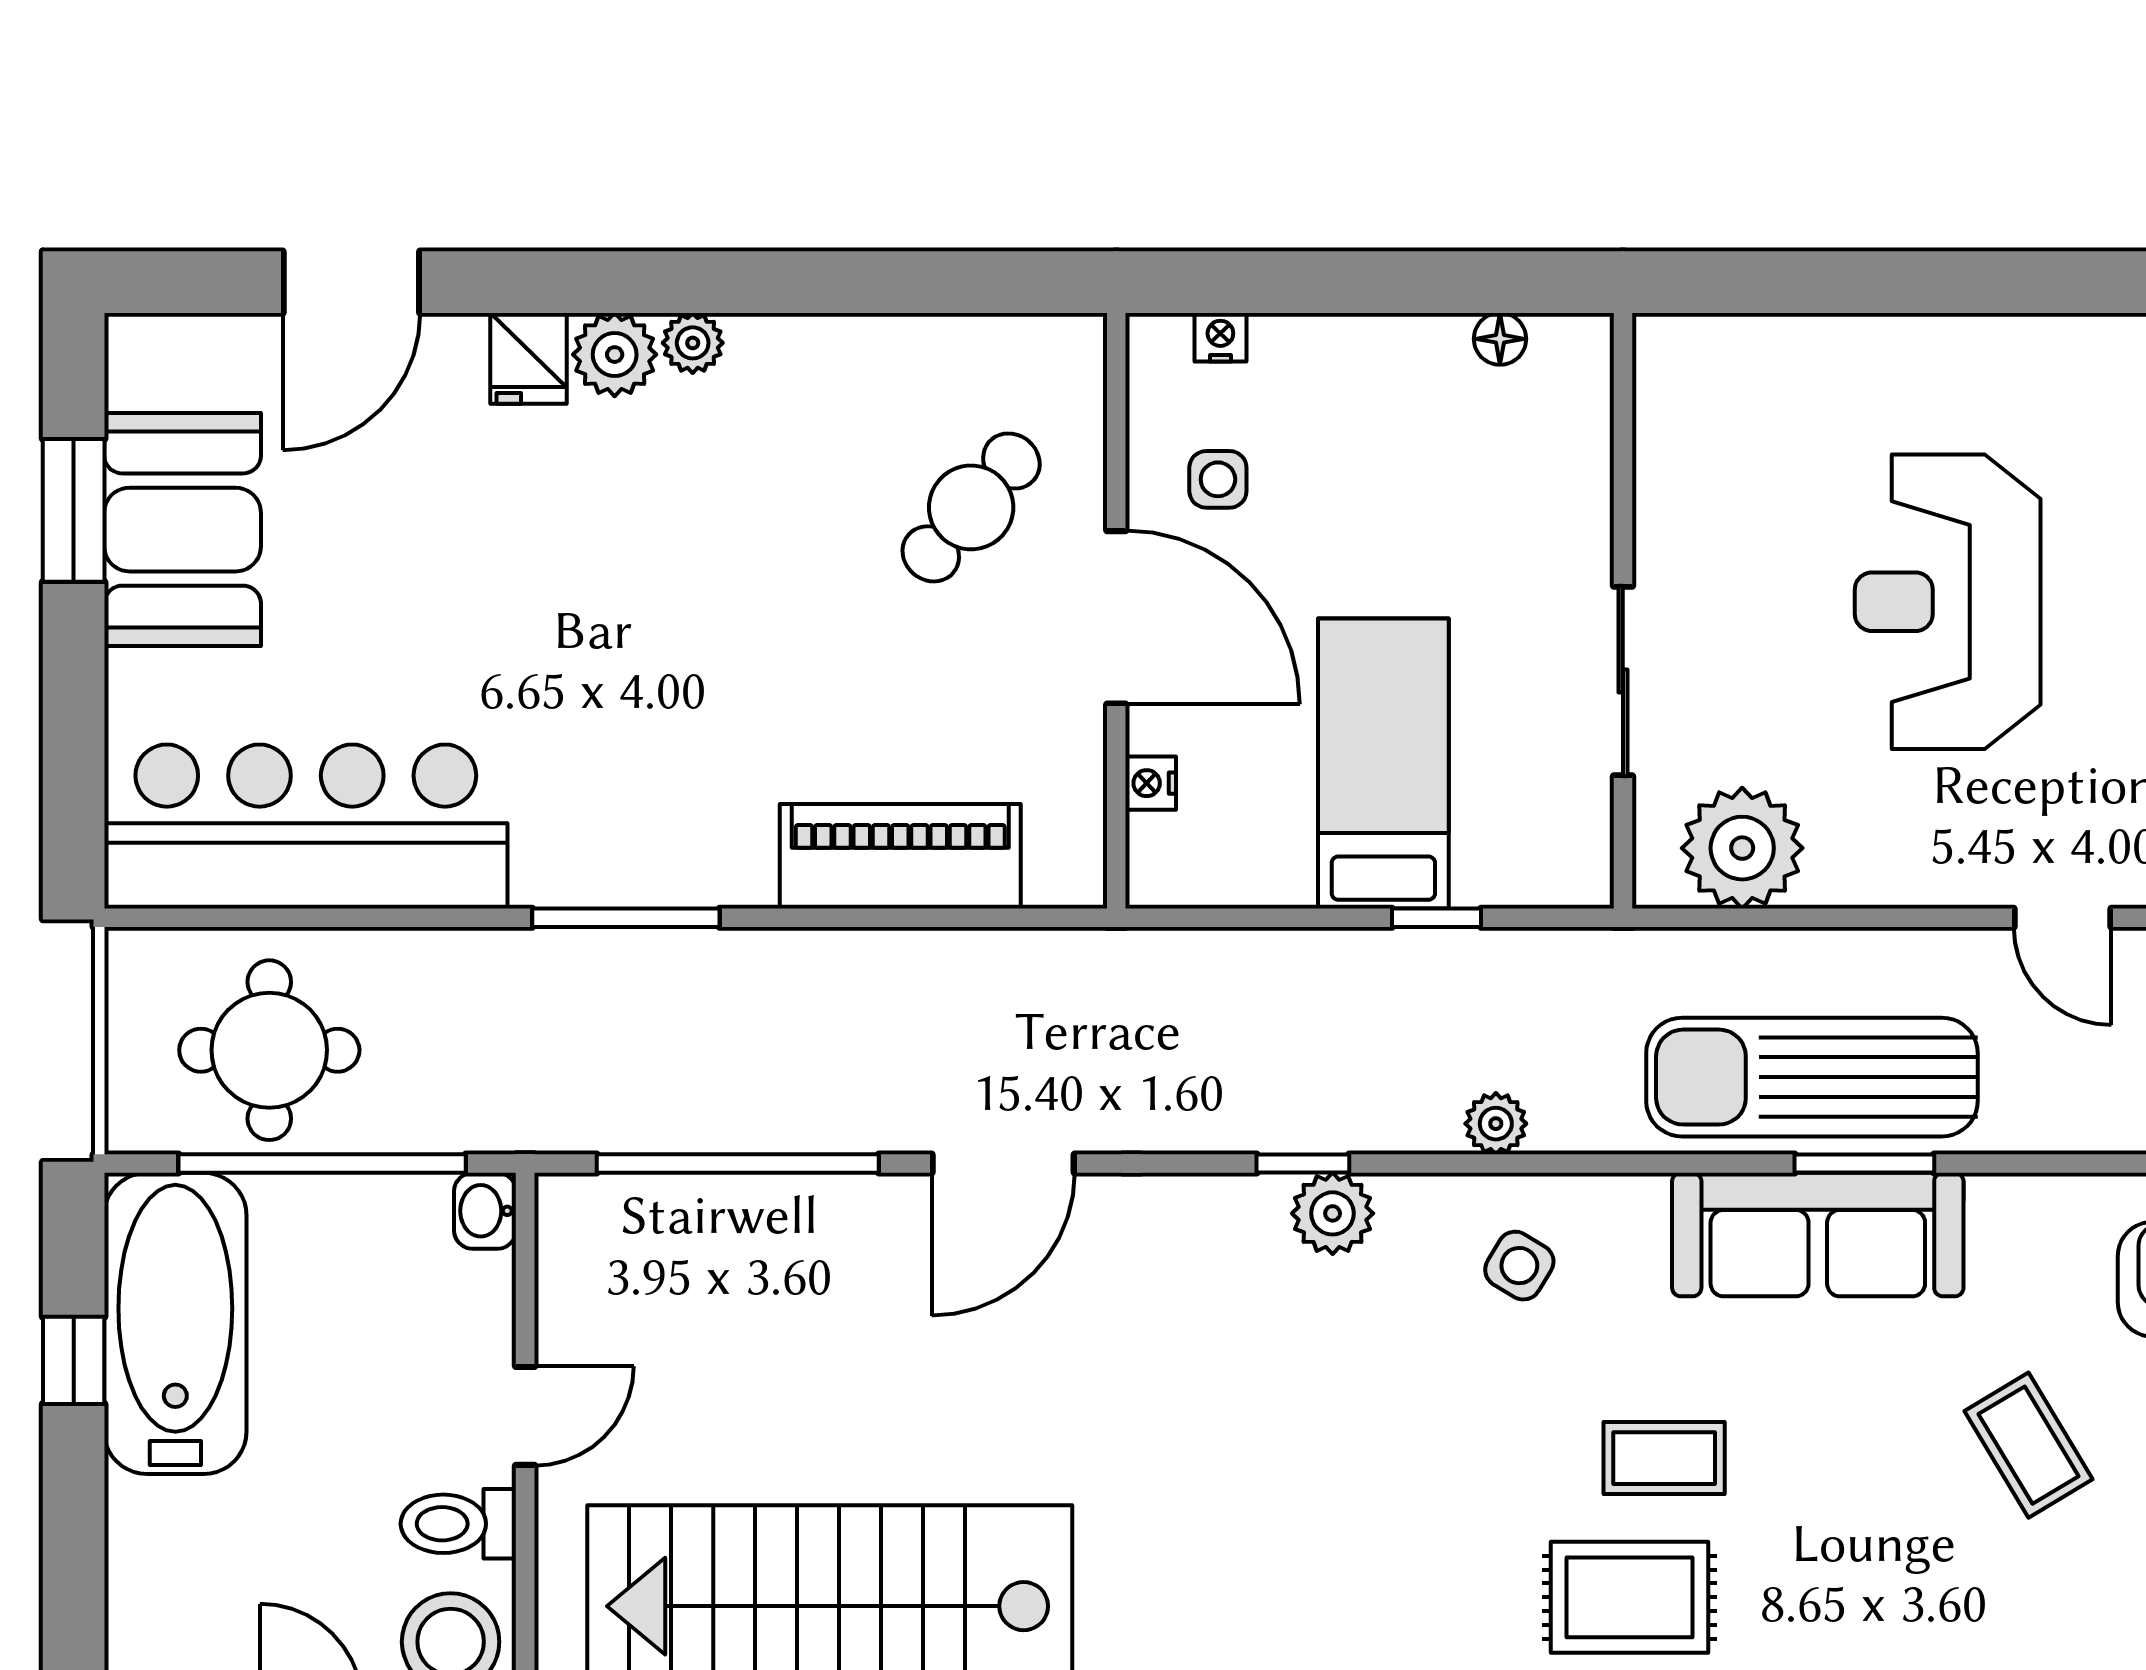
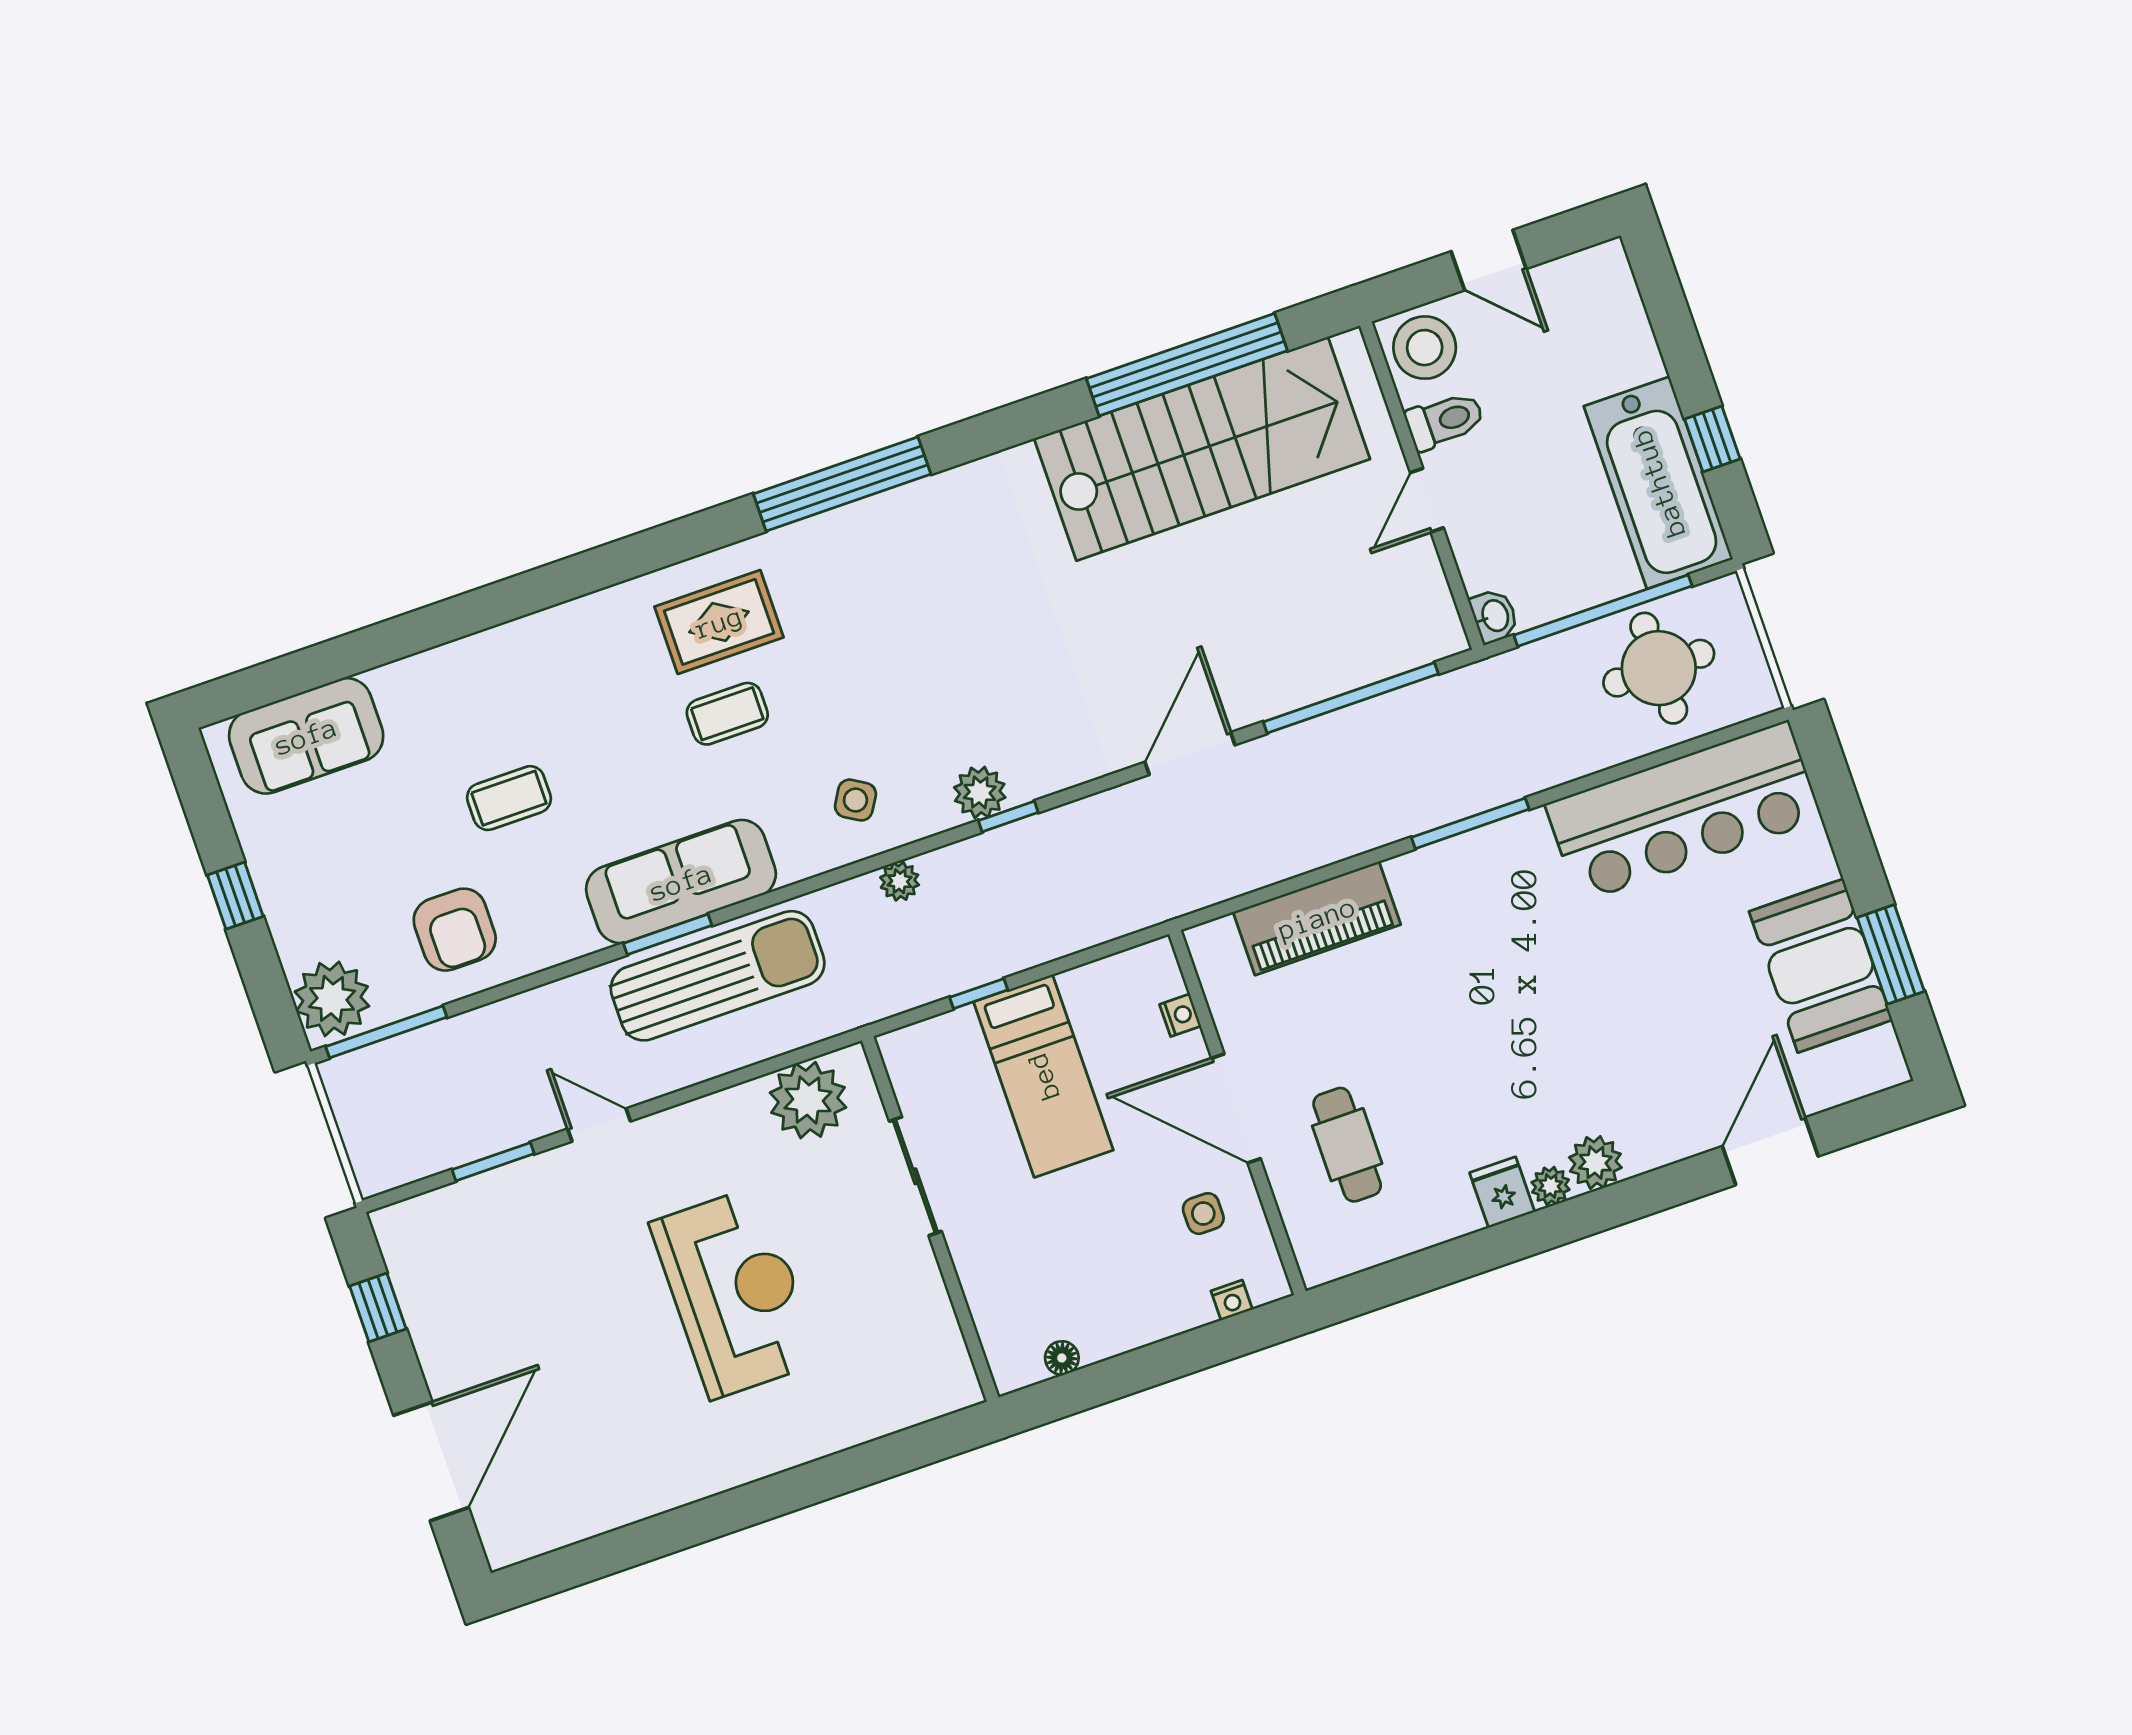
fridge: (529, 358) -> (1502, 1192), moved
cafe table: (971, 507) -> (1347, 1145), turned -41
coffee table: (2029, 1445) -> (509, 798), turned -59

